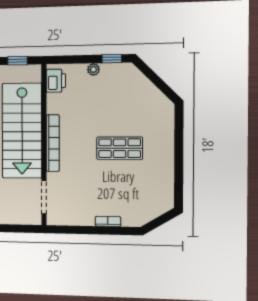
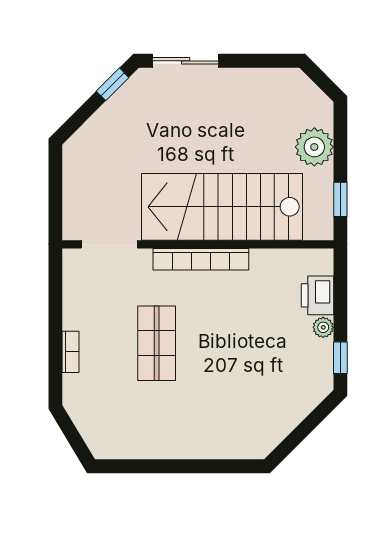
printer: (56, 81) -> (317, 295), moved, turned 90
shop shelf: (120, 148) -> (157, 343), moved

